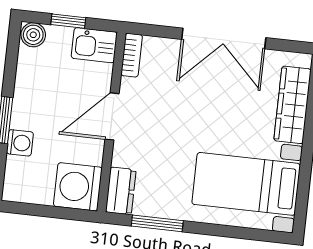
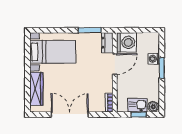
kitchen sink: (94, 45) -> (137, 105), moved
door: (112, 116) -> (115, 64), moved

